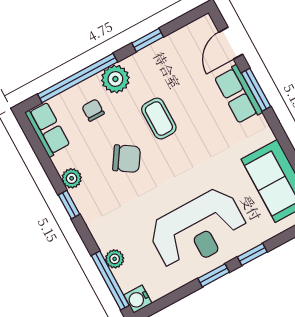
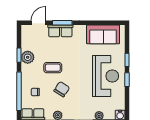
door: (231, 43) -> (38, 23), swing flipped
plant: (115, 79) -> (28, 57), moved

